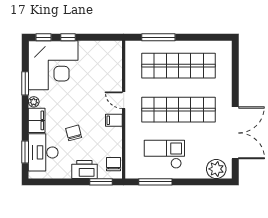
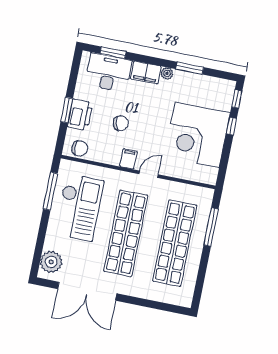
corner desk: (53, 65) -> (197, 135), moved
chair: (74, 133) -> (121, 123), moved
checkout: (164, 154) -> (79, 207), width x1.36, depth x1.21
window: (101, 182) -> (67, 110), moved

